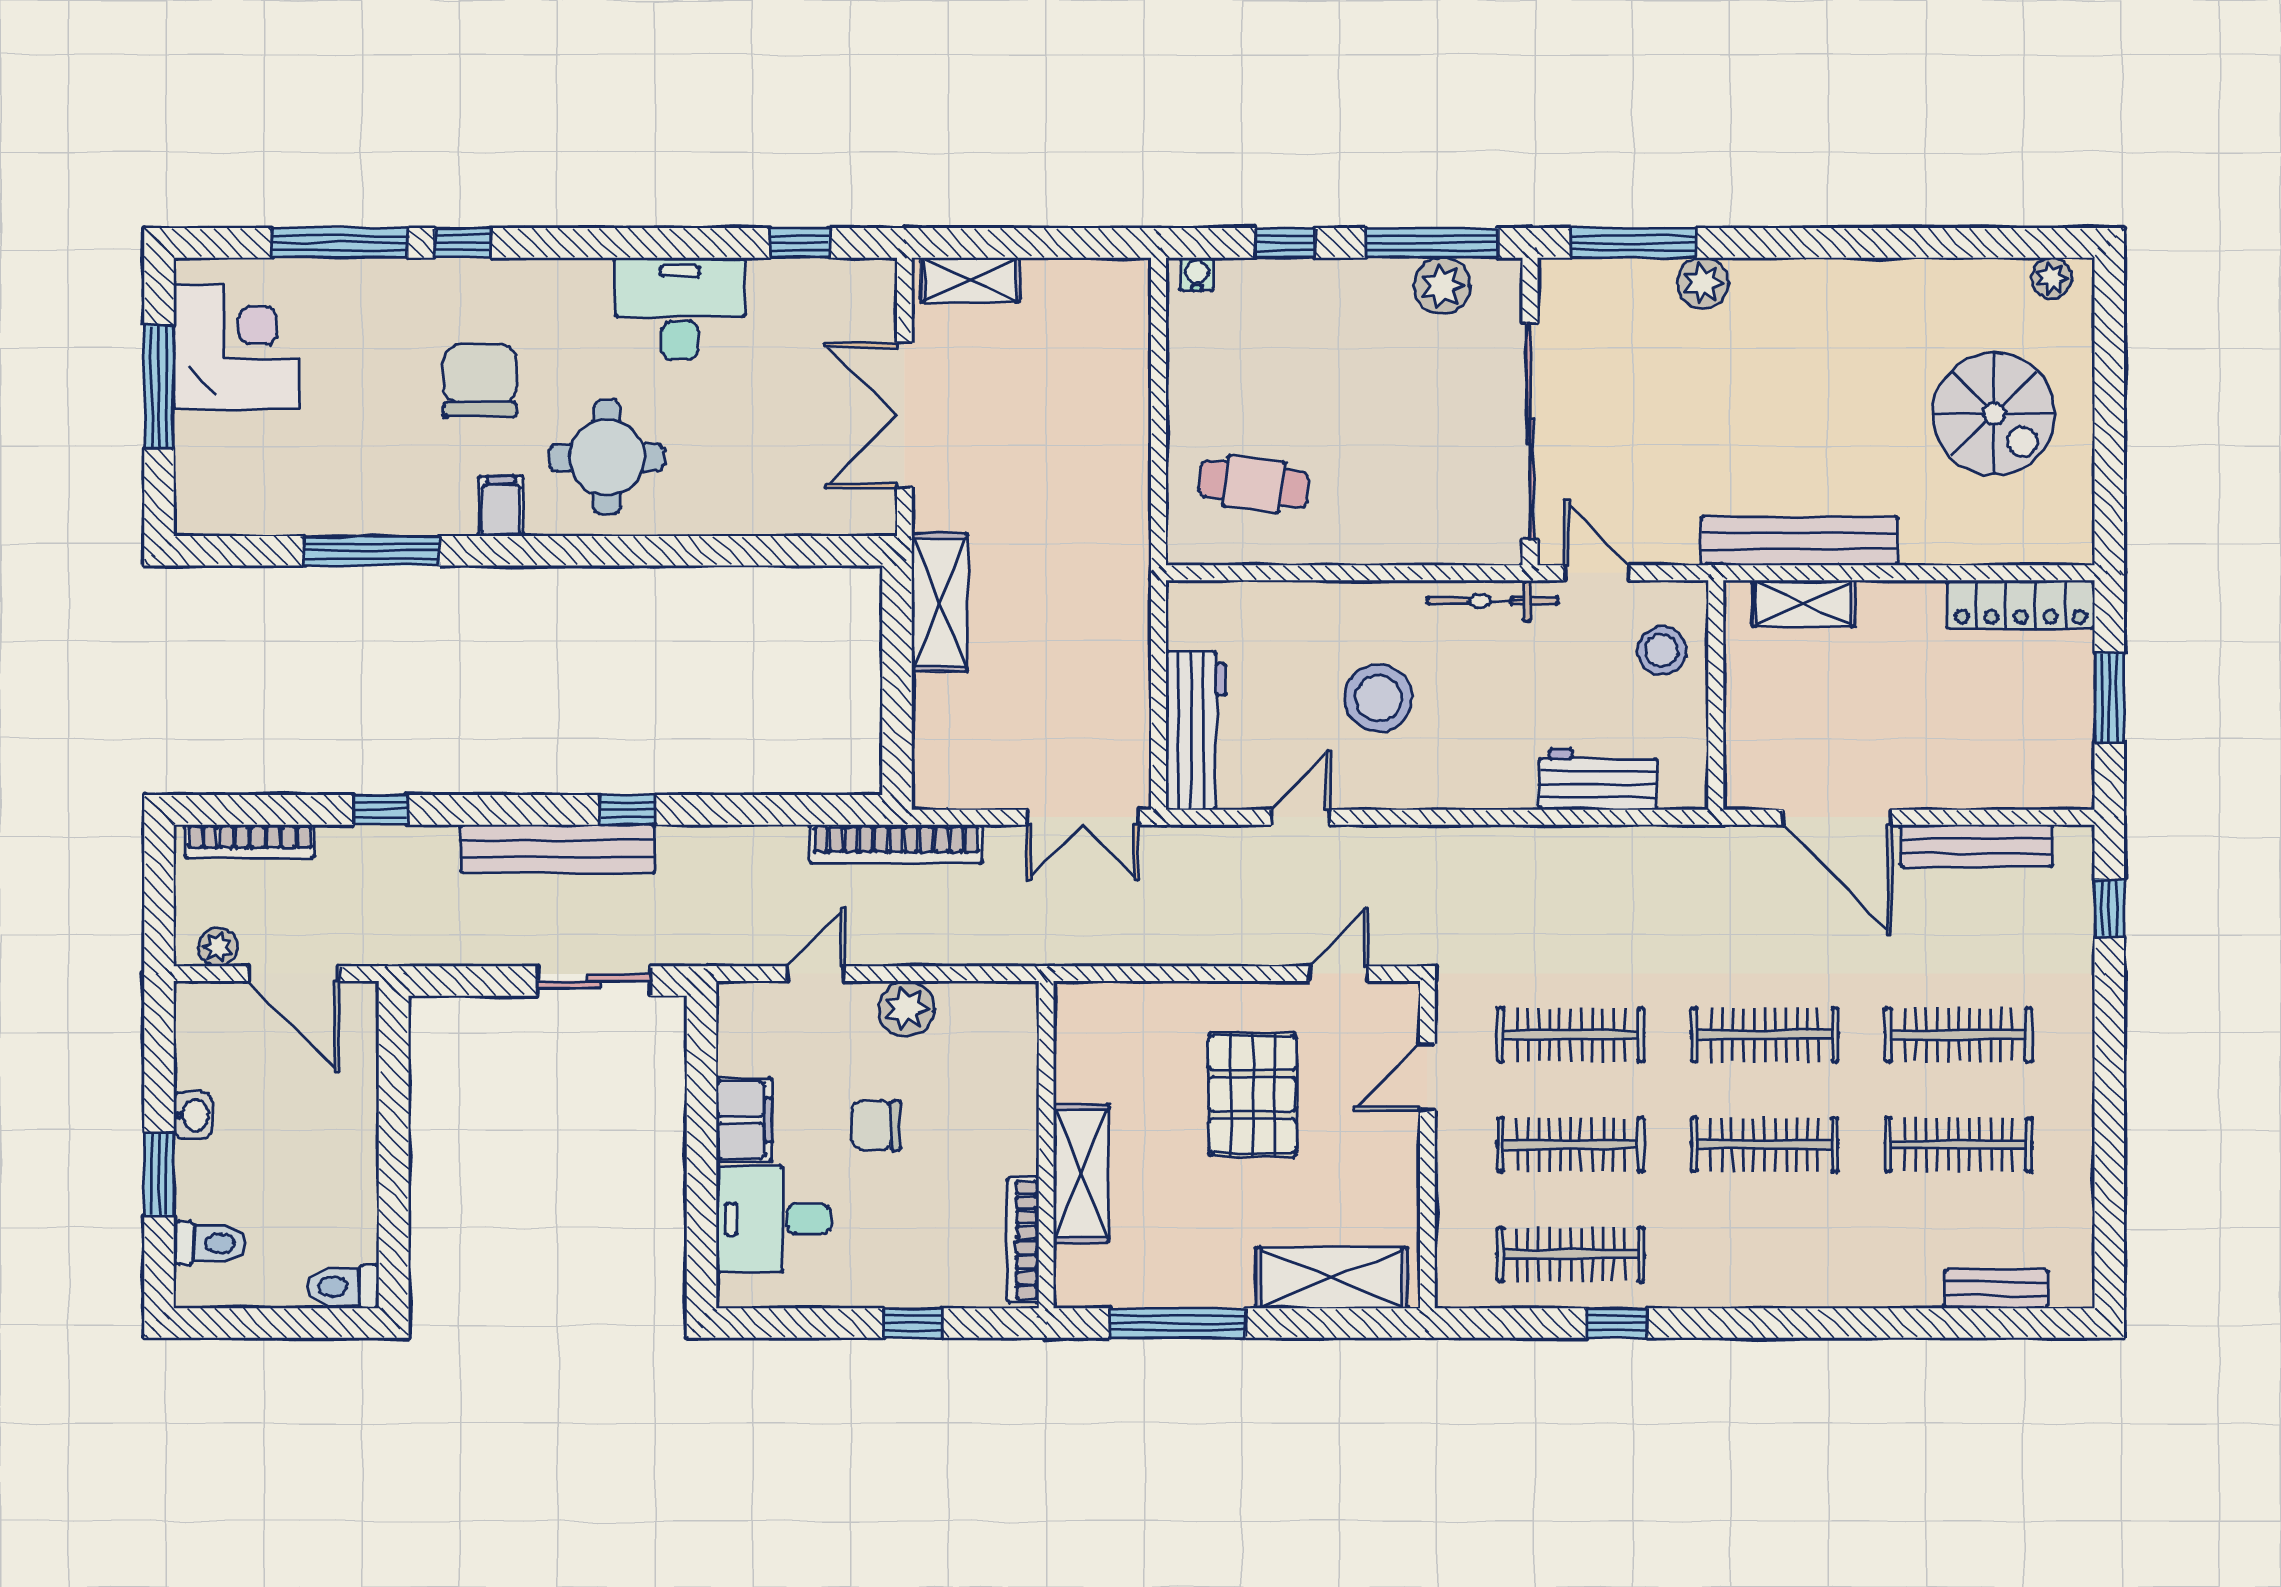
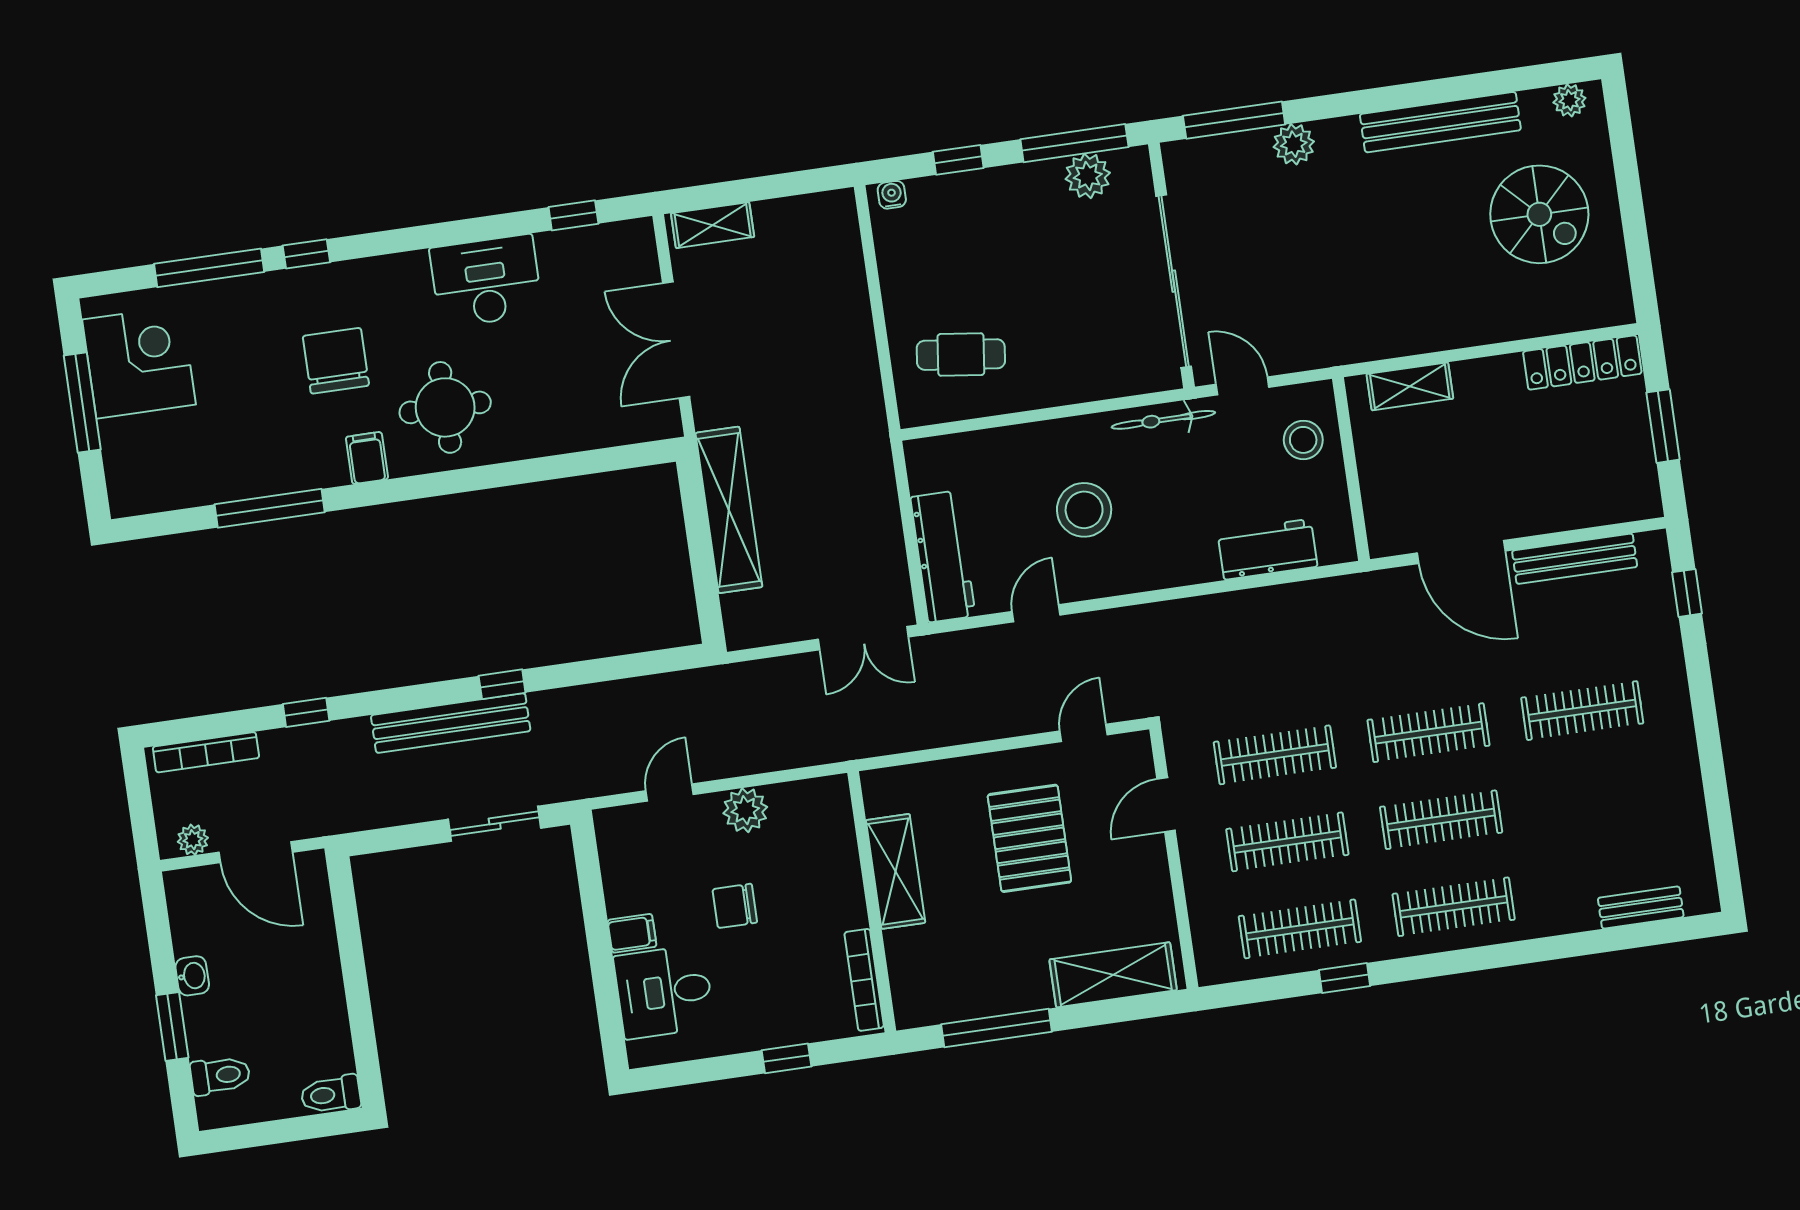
bench: (1800, 541) -> (1440, 122), moved
shelving: (939, 603) -> (729, 510), width x1.47
bookcase: (896, 844) -> (719, 681), removed
filing cabinet: (744, 1120) -> (632, 933), width x0.50
clothes rail: (1959, 1145) -> (1454, 907), moved
shelving: (1081, 1173) -> (896, 871), moved

